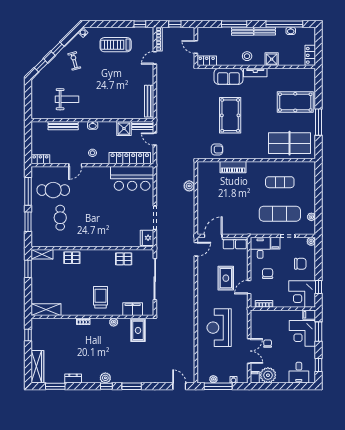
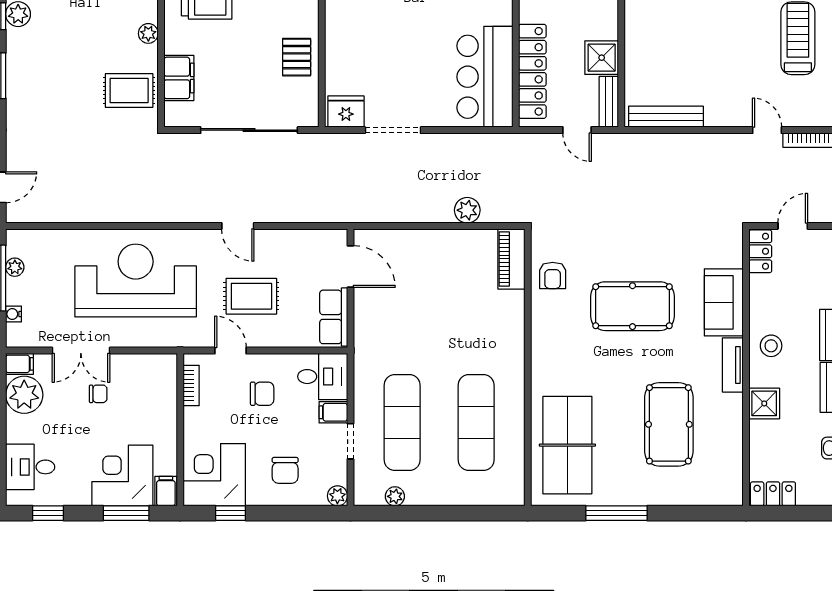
pool table: (295, 102) -> (669, 424), moved
door: (155, 139) -> (577, 130), swing flipped
piano: (233, 167) -> (511, 259), moved
exercise mat: (280, 182) -> (476, 423), width x1.36, depth x1.45
door: (196, 249) -> (238, 226), moved
reception desk: (219, 328) -> (136, 281), width x1.36, depth x1.30

